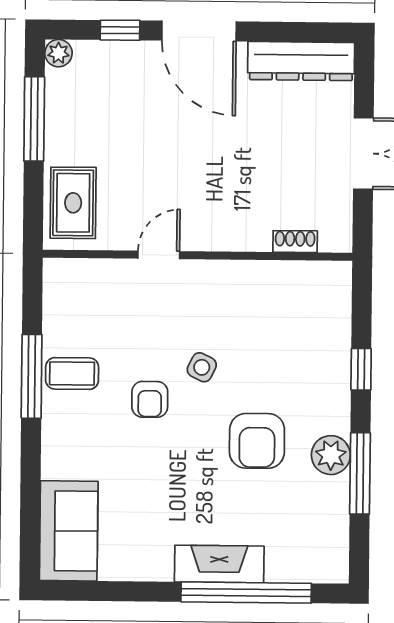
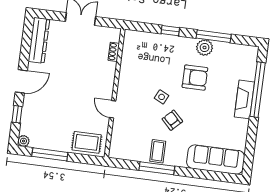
door: (199, 31) -> (21, 81), width x0.73
armchair: (150, 399) -> (172, 120), turned -135
sofa: (69, 531) -> (216, 160), width x1.36

